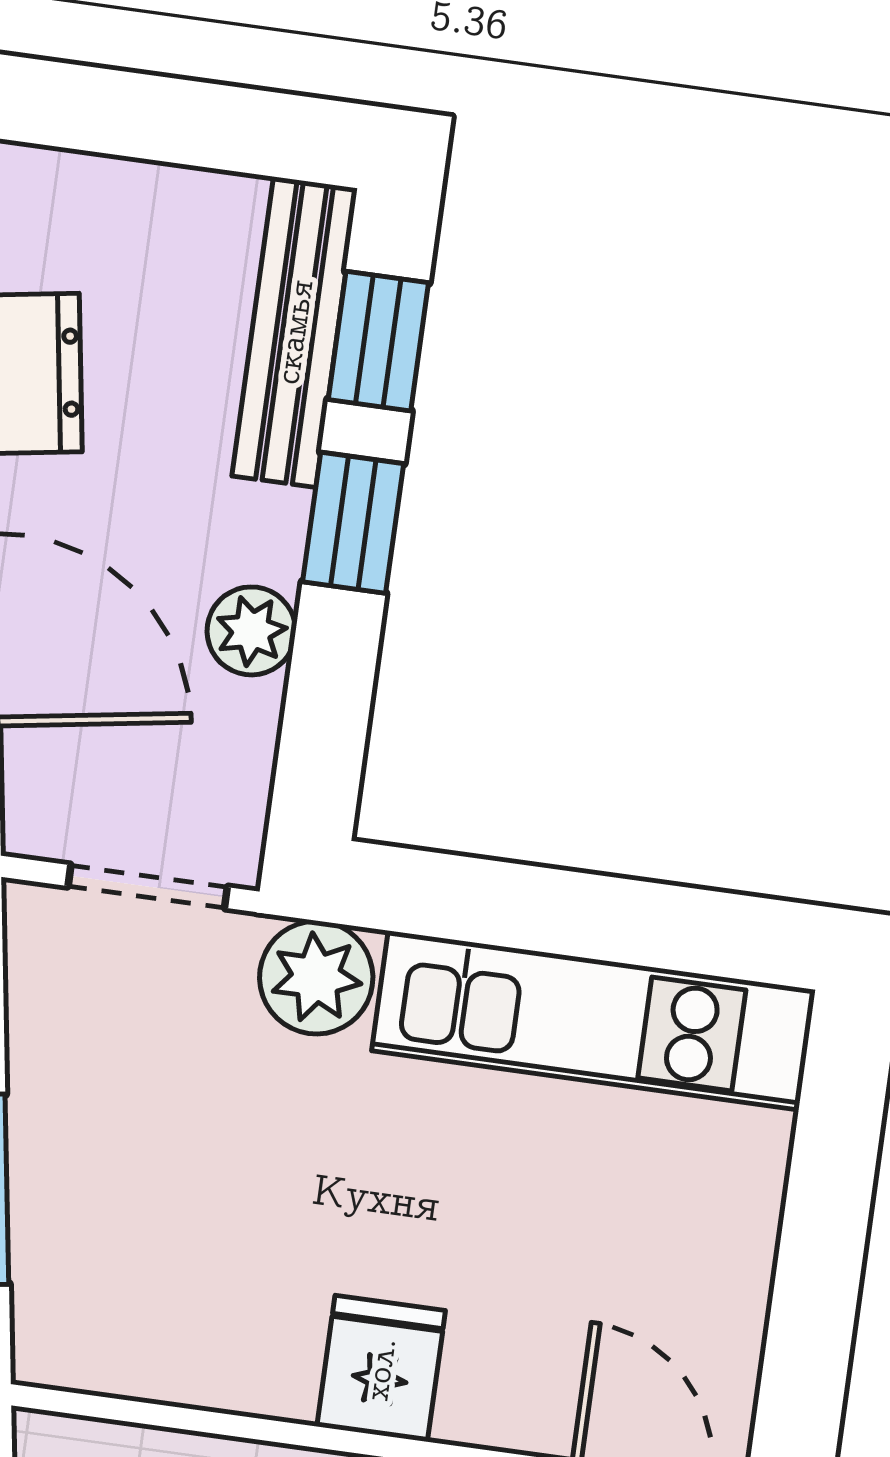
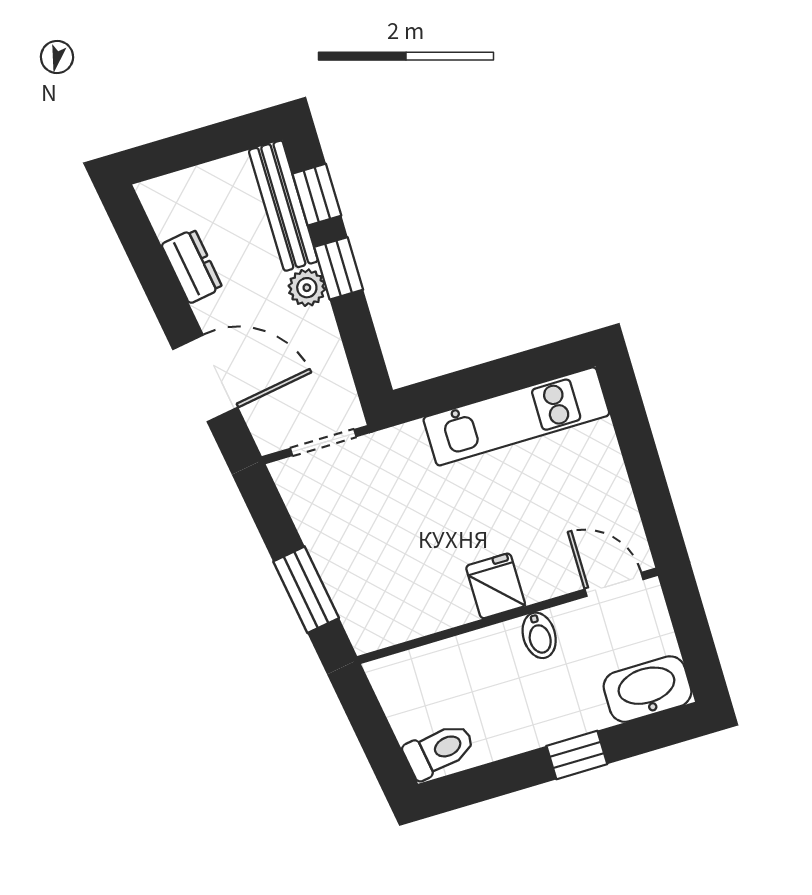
plant: (251, 631) -> (307, 288), moved
plant: (316, 978) -> (403, 448), removed

